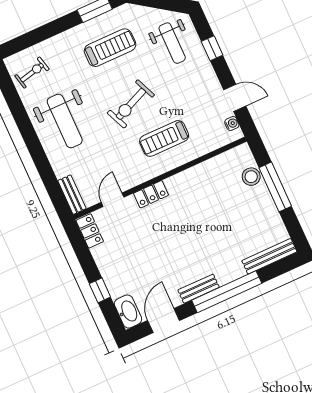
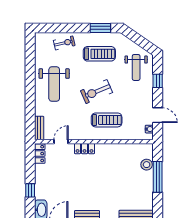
exercise bike: (32, 73) -> (64, 43), moved
treadmill: (164, 138) -> (107, 120), turned 180

